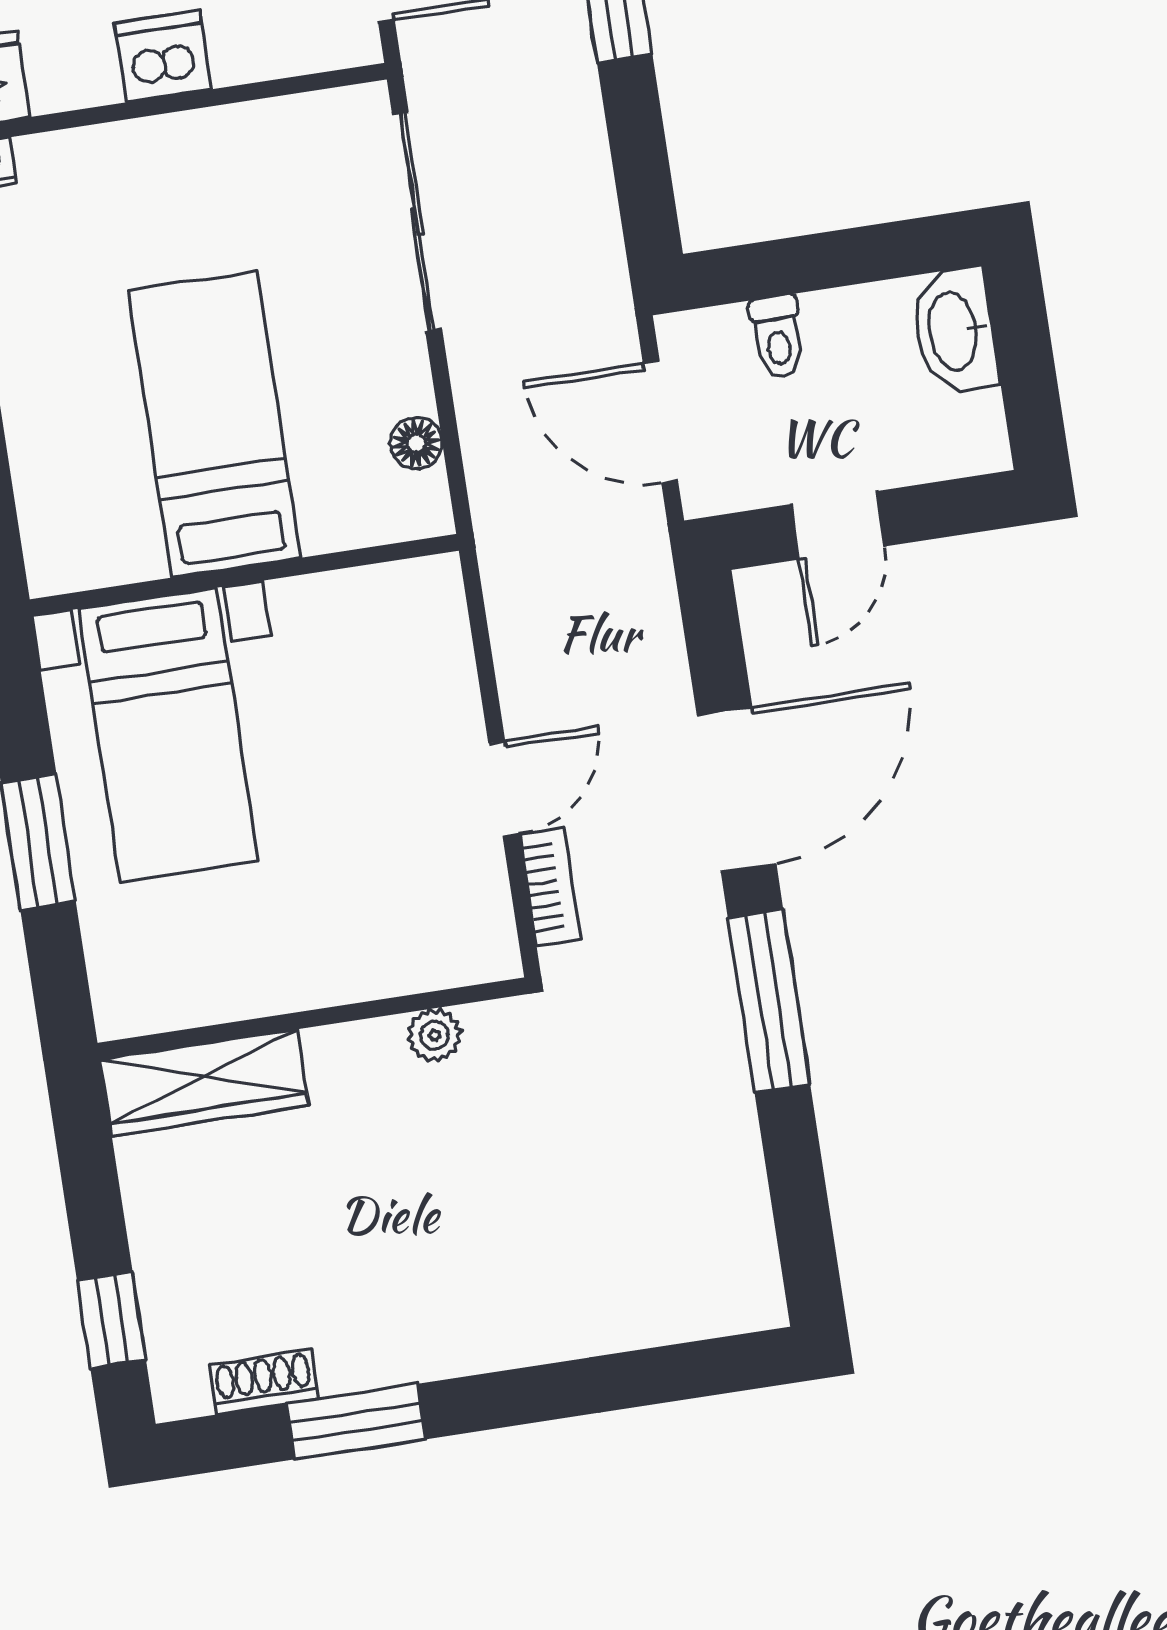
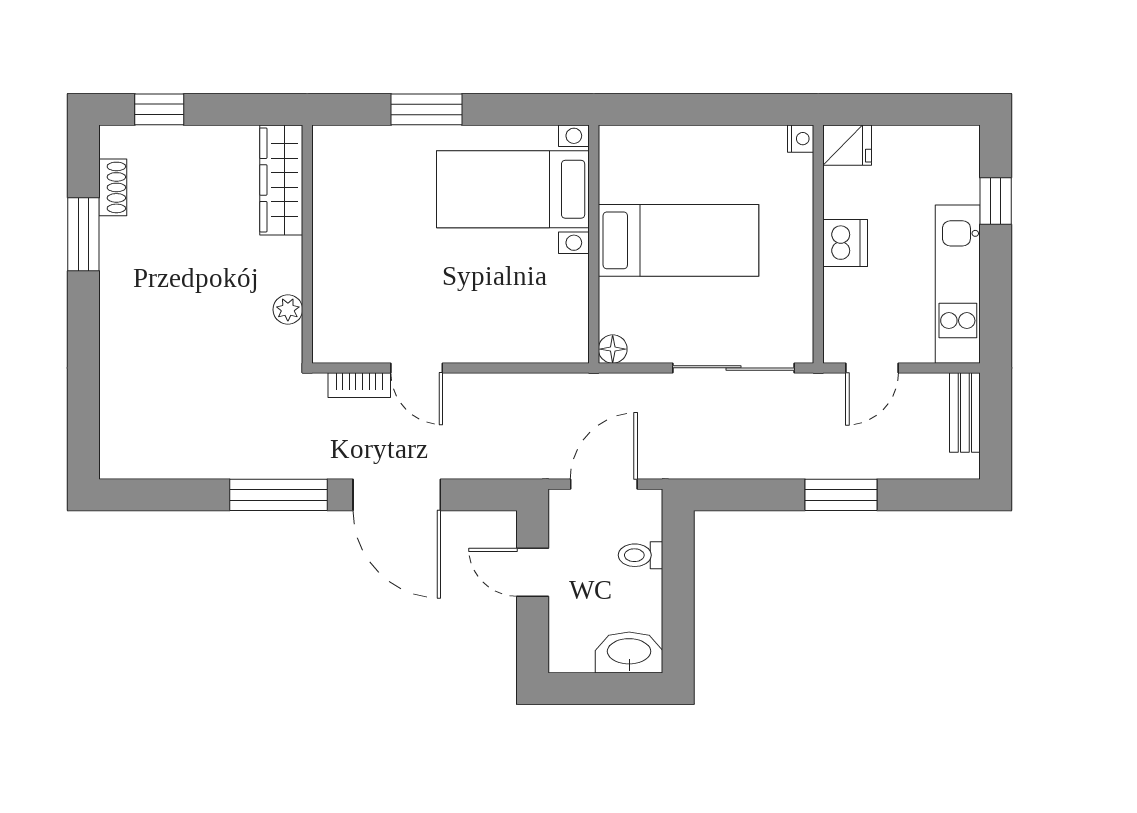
bed: (214, 424) -> (679, 240), moved
wall: (244, 575) -> (594, 244), moved
bed with nightstands: (168, 735) -> (513, 189), moved

